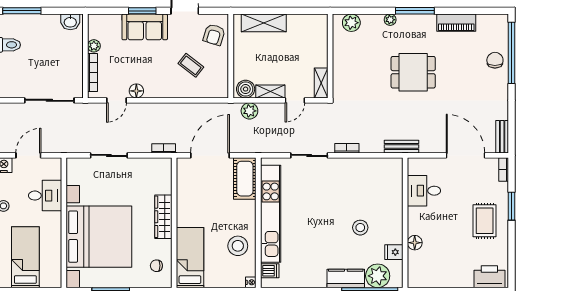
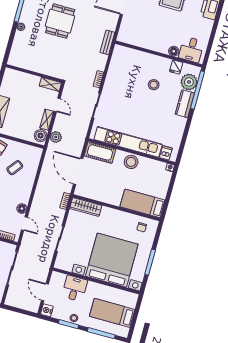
plant: (351, 23) -> (16, 53), removed
desk: (424, 191) -> (191, 49), moved
wardrobe: (163, 217) -> (86, 207), moved
stool: (238, 246) -> (131, 162), moved

